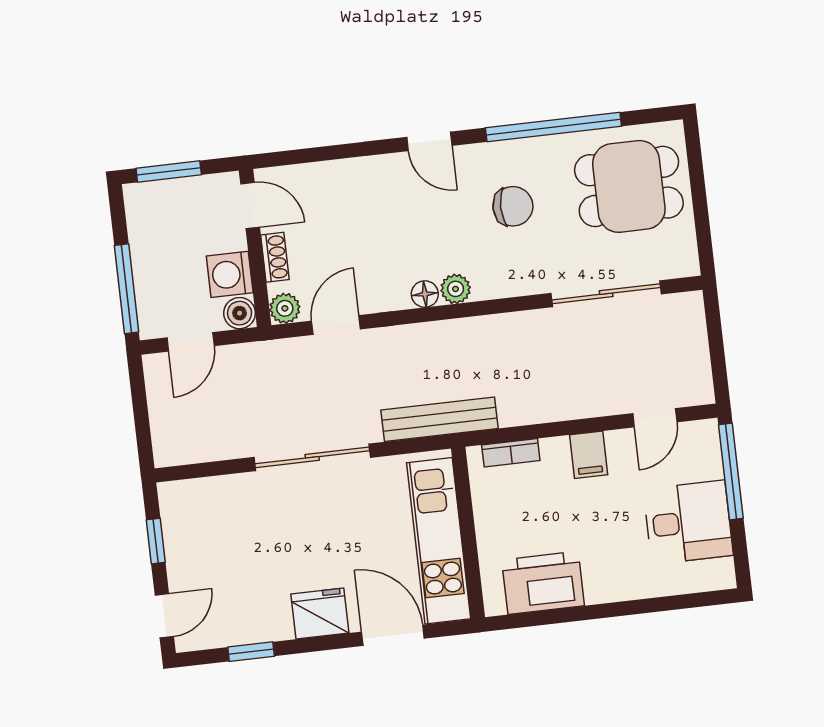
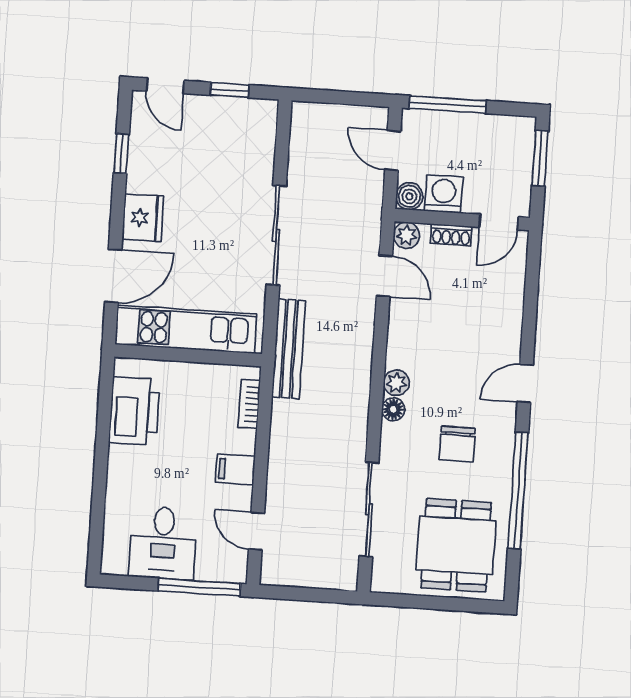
floor lamp: (425, 294) -> (393, 409), moved

